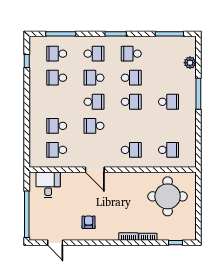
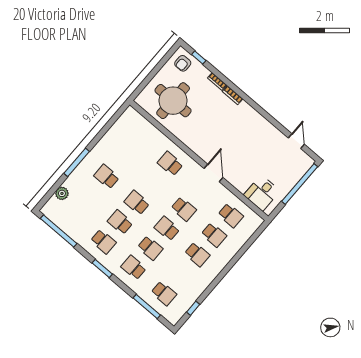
window: (169, 34) -> (59, 231), width x1.46
school desk: (57, 78) -> (197, 254), moved
school desk: (169, 150) -> (140, 138), removed
armchair: (89, 222) -> (183, 63), moved

